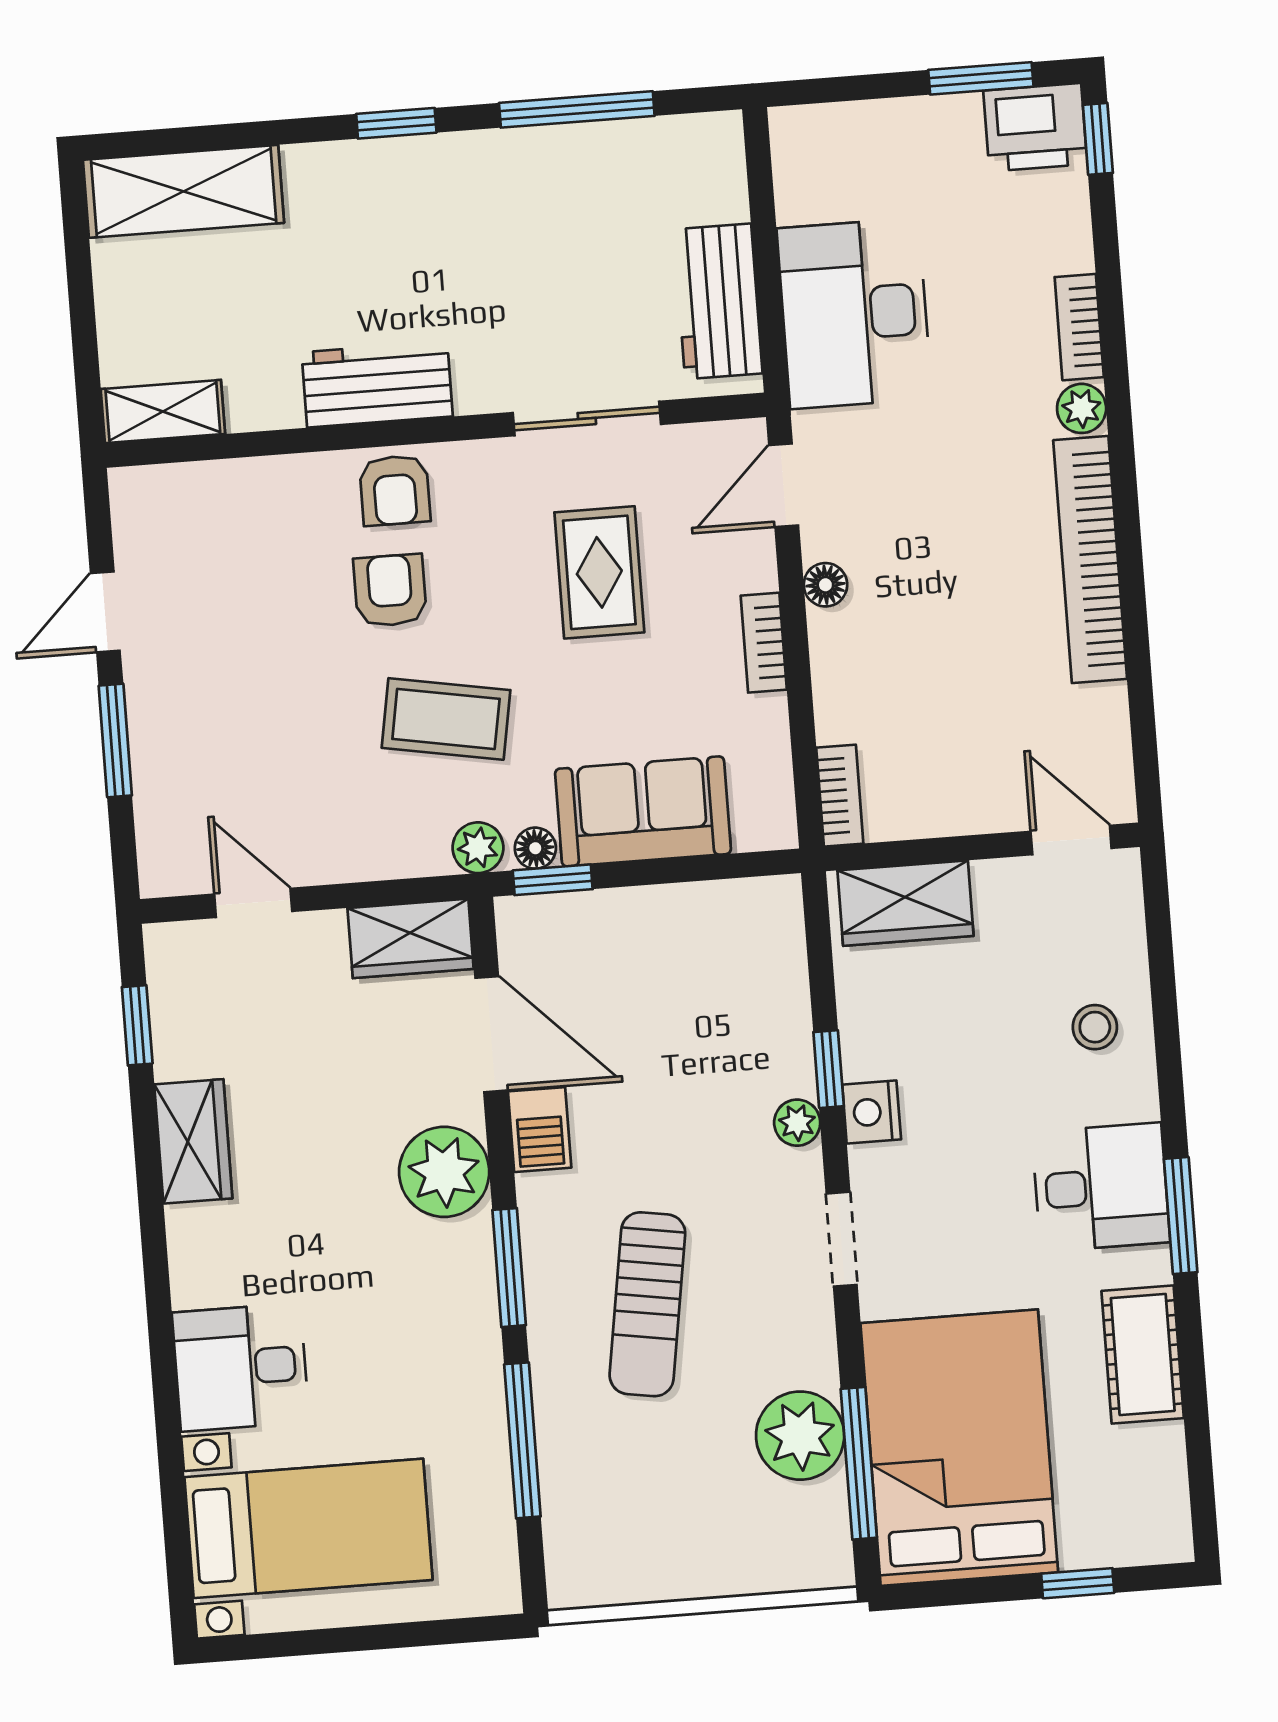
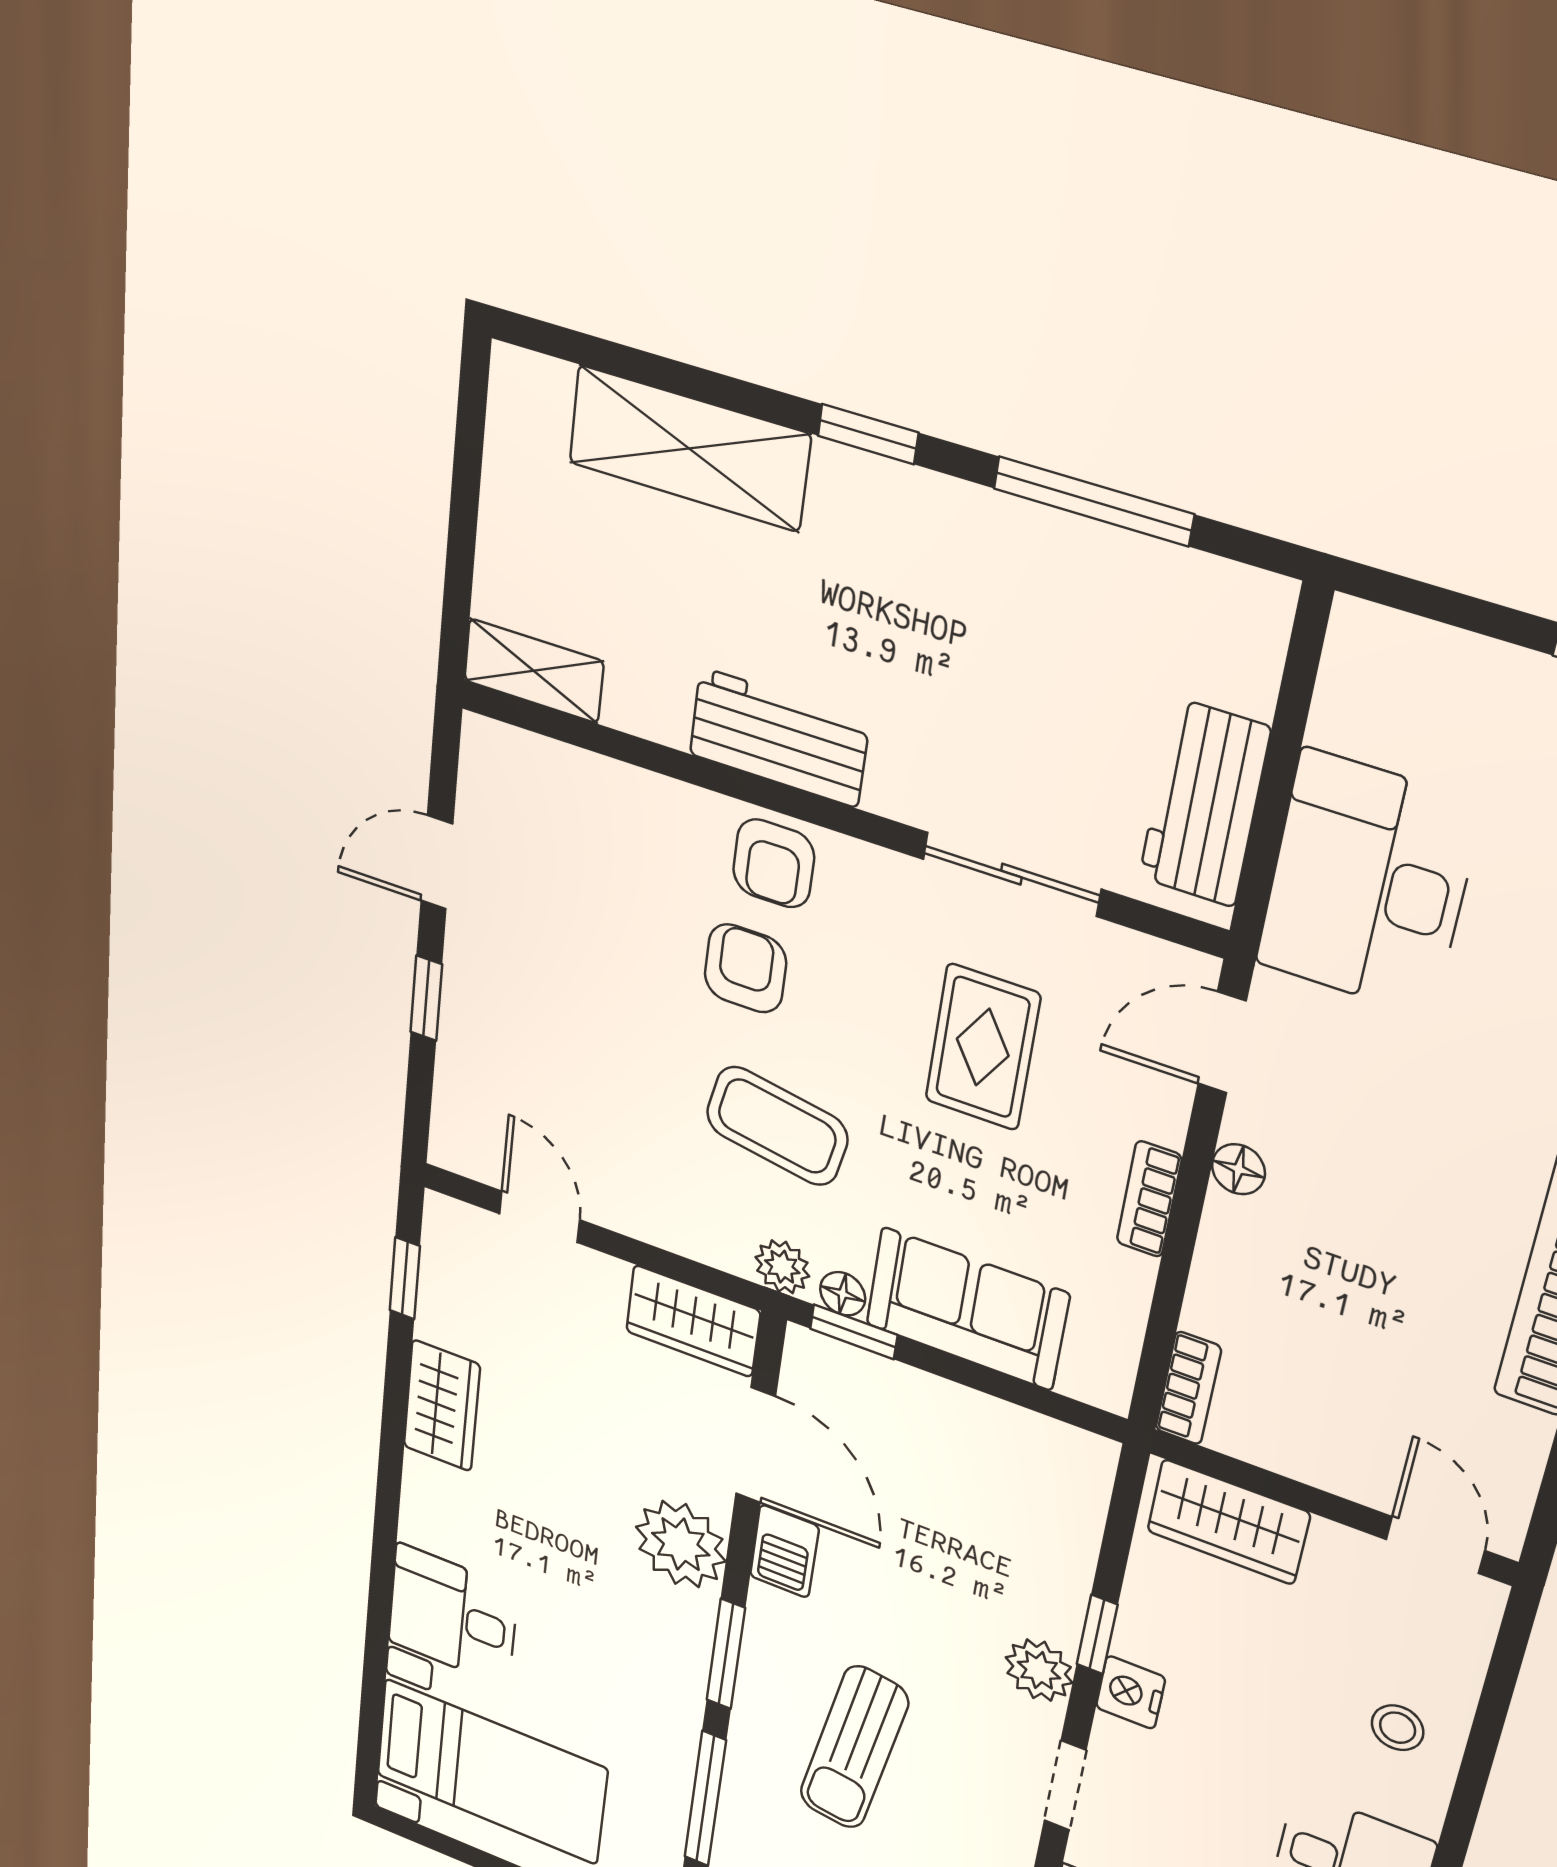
shelving: (184, 191) -> (689, 448), moved
window: (115, 741) -> (426, 998), width x0.67
plant: (797, 1123) -> (1039, 1670), width x1.38, depth x1.38

